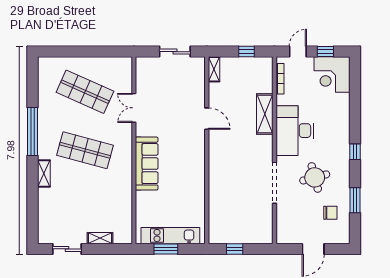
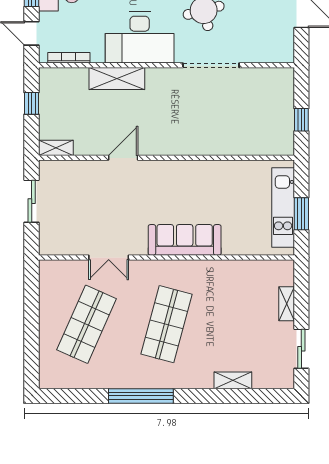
shelving: (44, 174) -> (233, 380), moved

